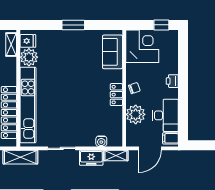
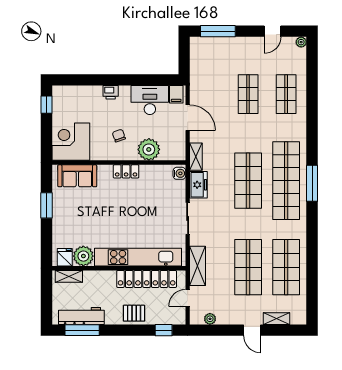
corner desk: (142, 46) -> (71, 142), moved
sofa: (112, 52) -> (77, 176), moved
wall: (124, 88) -> (119, 163), moved
locker: (116, 95) -> (126, 171), moved
plant: (136, 114) -> (149, 149), moved

